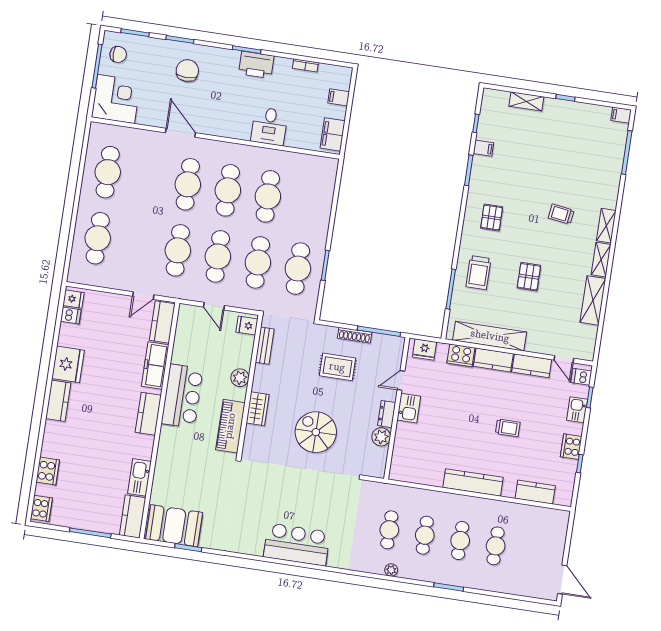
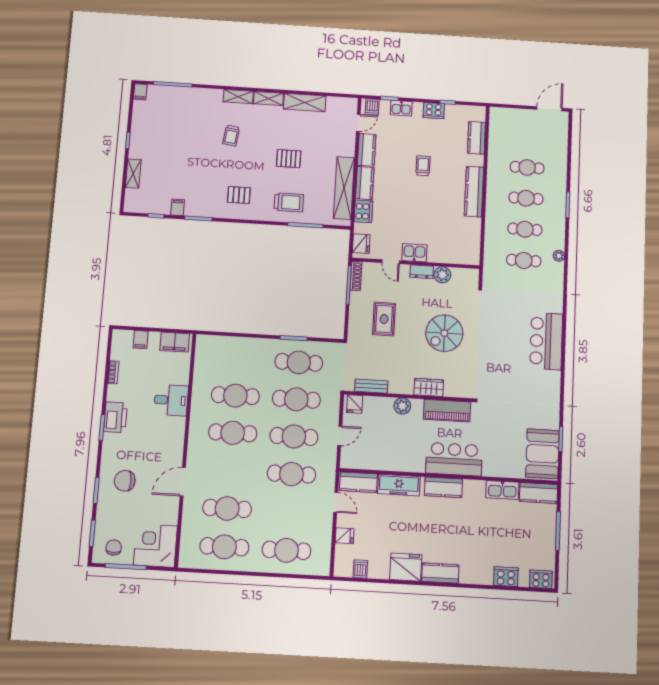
cafe table: (188, 184) -> (227, 508), moved
fridge: (73, 299) -> (345, 536), moved, turned 90
shoe rack: (355, 335) -> (356, 276), moved
bar counter: (182, 396) -> (454, 459), moved

